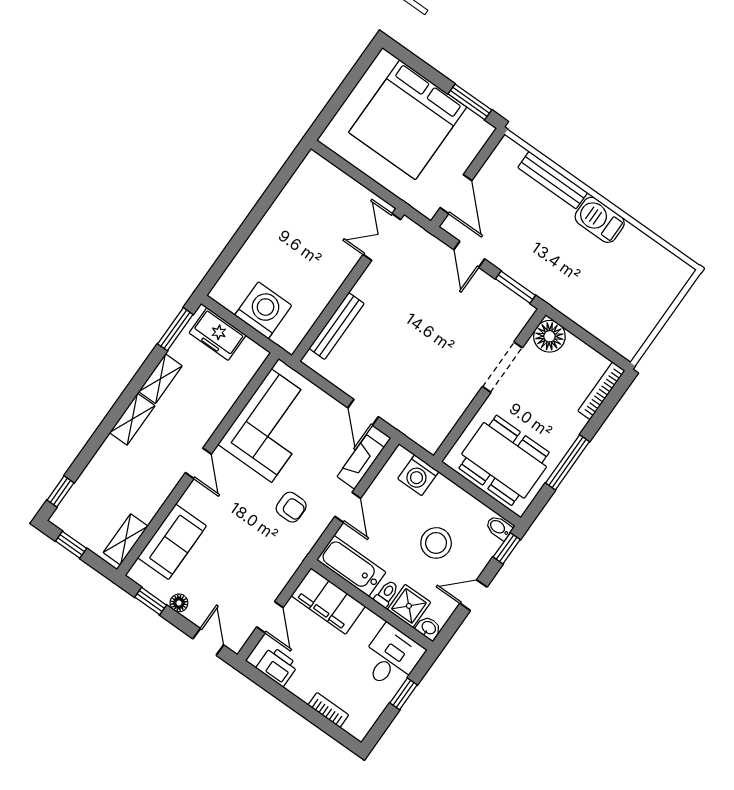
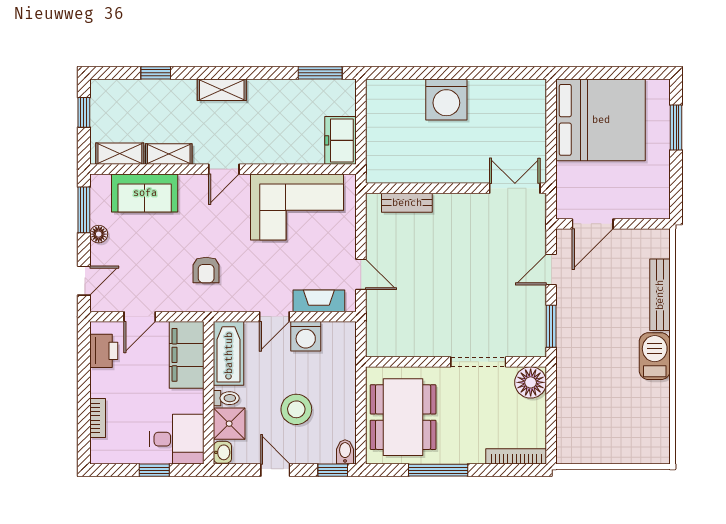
window: (470, 102) -> (676, 128), moved
bed: (408, 120) -> (601, 120), moved, turned 180
washing machine: (263, 310) -> (446, 99), moved, turned 90
bench: (337, 326) -> (407, 203), width x0.73
freezer: (218, 334) -> (341, 140), moved
shelving: (160, 379) -> (169, 154), moved
door: (363, 412) -> (361, 274), swing flipped
washing machine: (418, 475) -> (306, 336), moved, turned -90
window: (61, 491) -> (156, 73), moved
armchair: (291, 507) -> (206, 270), moved
window: (151, 601) -> (84, 210), width x1.50

